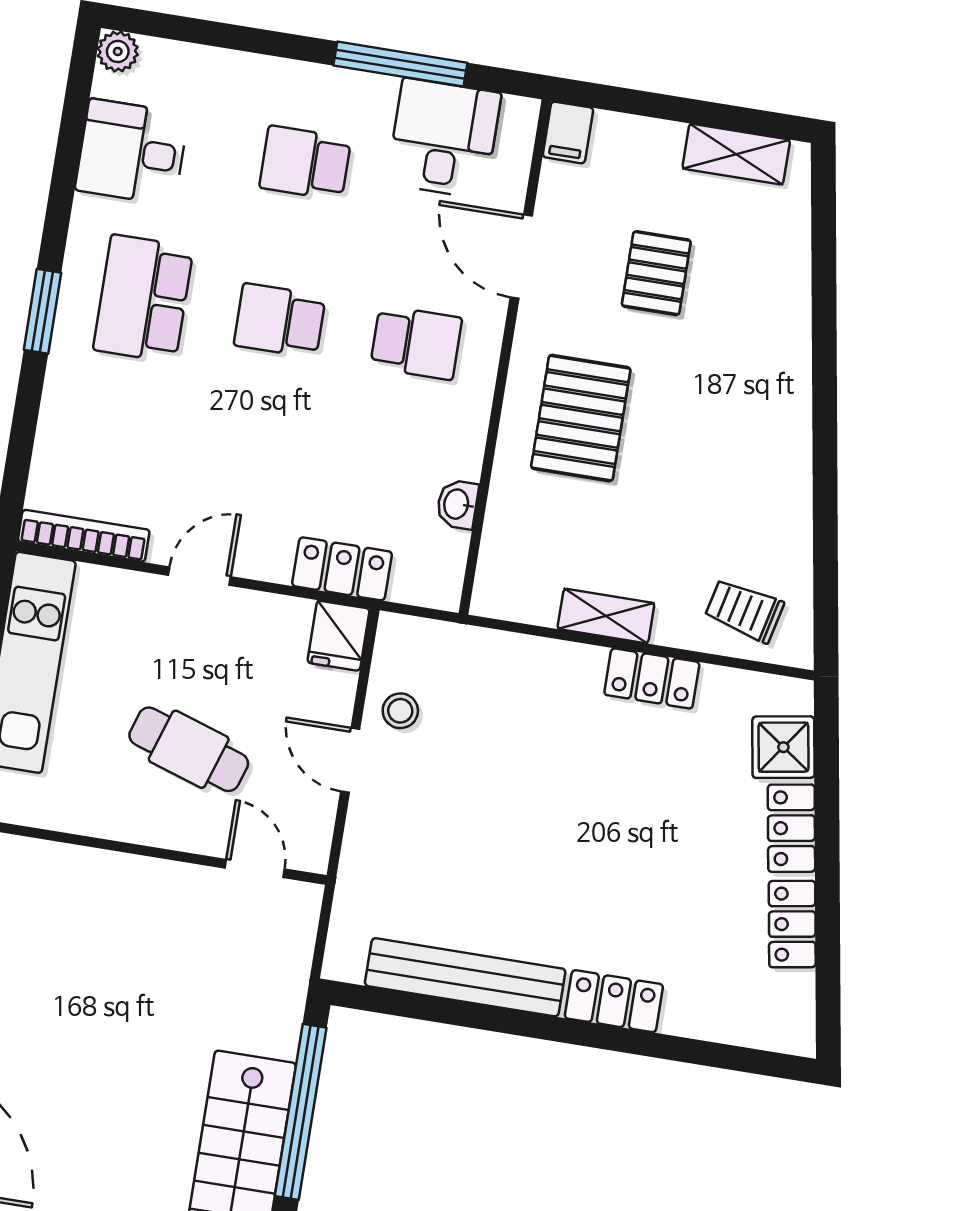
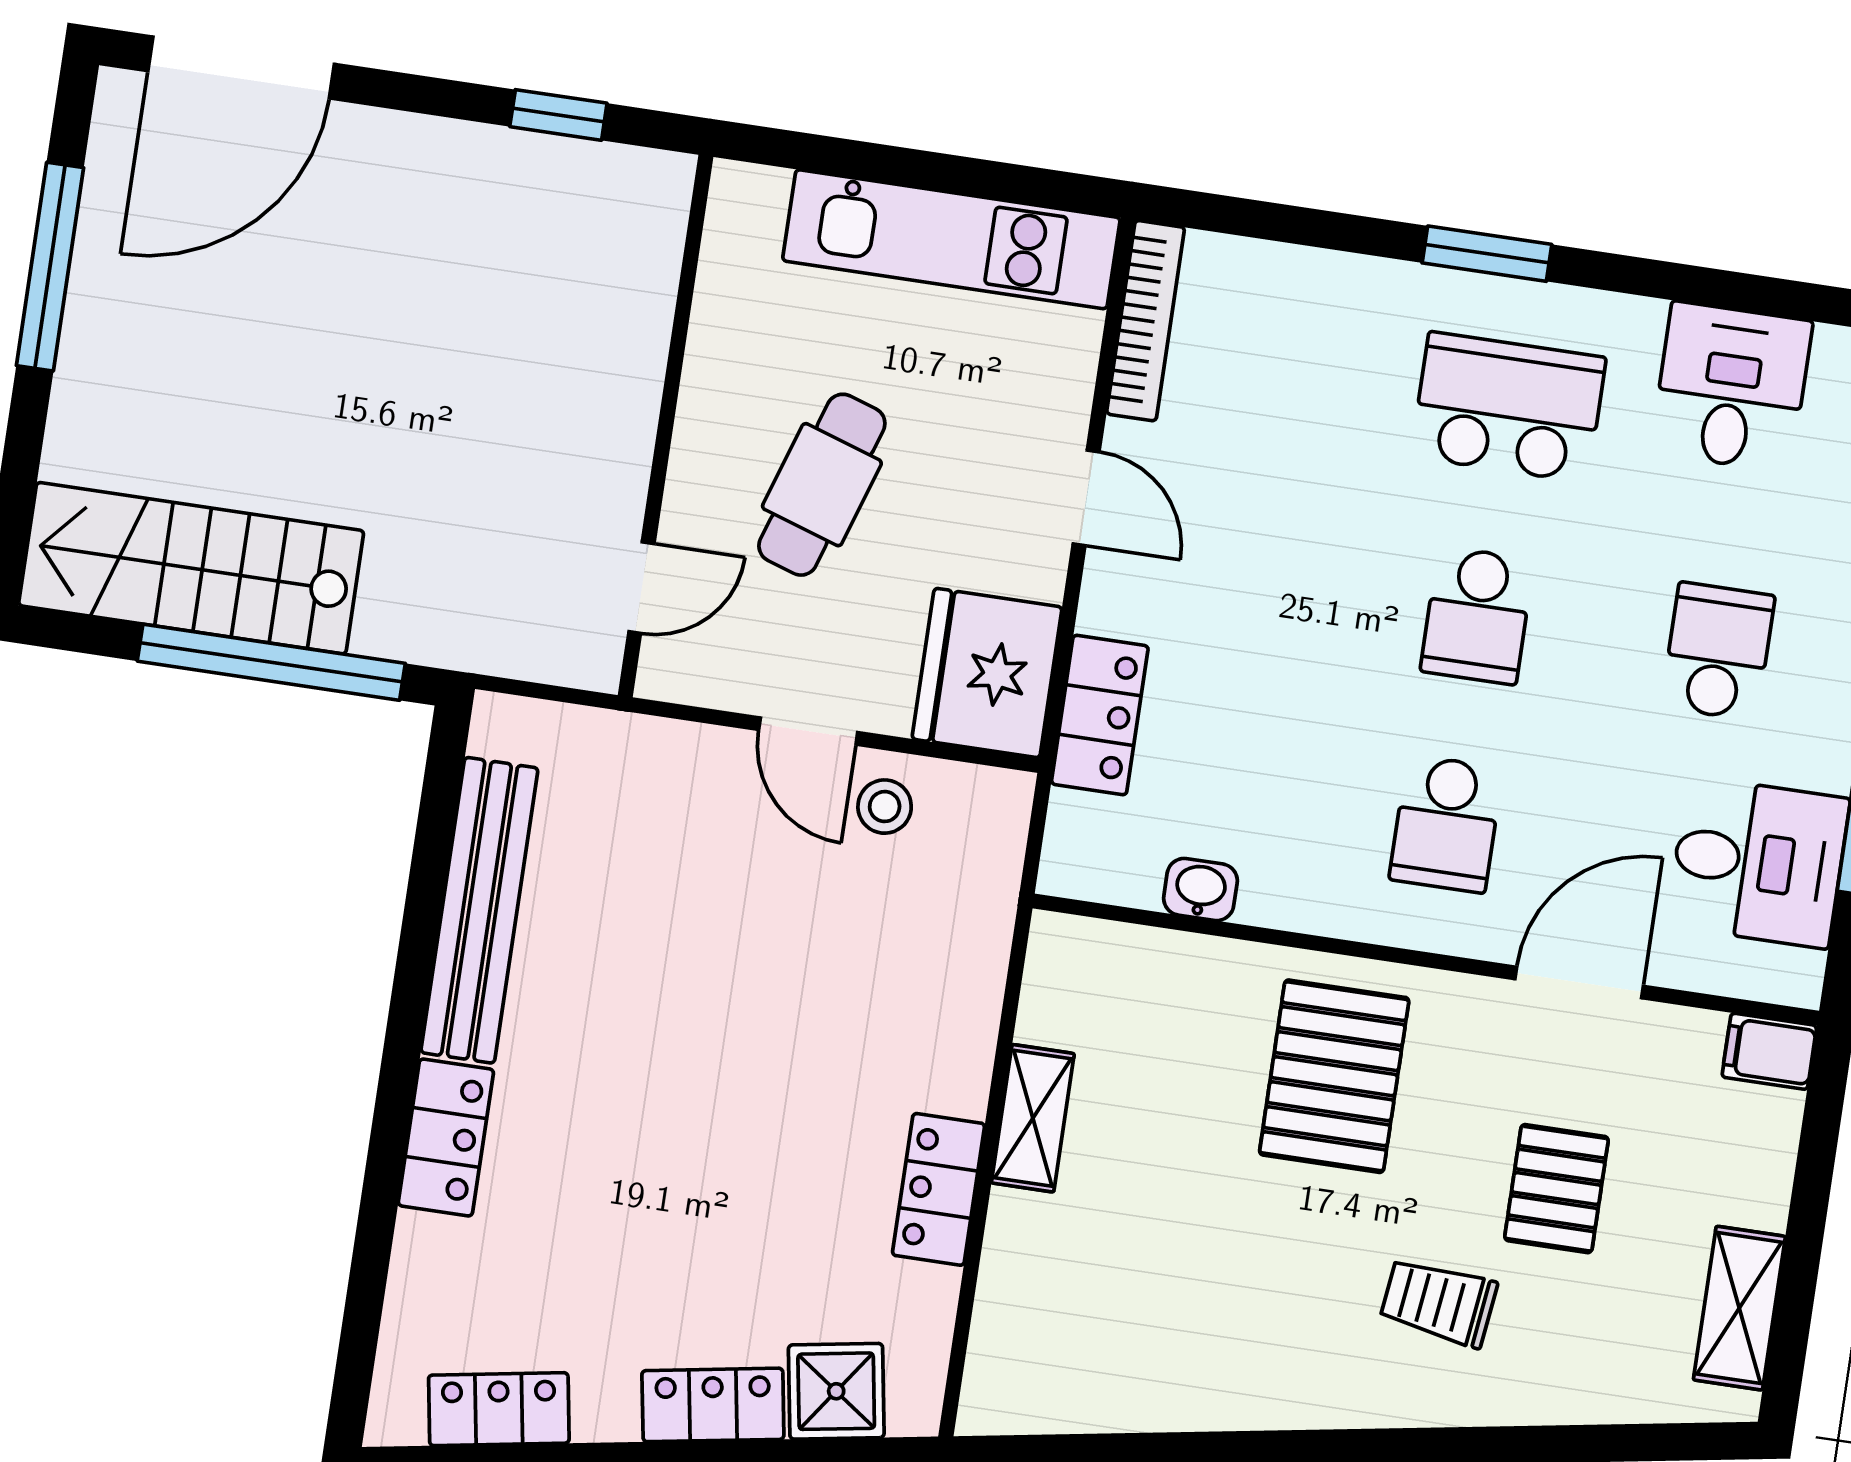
pallet: (656, 273) -> (1556, 1189), turned 90
school desk: (280, 321) -> (1477, 615), turned 180
pallet: (581, 418) -> (1334, 1076), turned 90
trolley: (744, 610) -> (1439, 1302), moved, turned -96
fridge: (338, 636) -> (987, 673), width x1.88, depth x1.34
door: (350, 760) -> (808, 731), swing flipped
locker: (792, 924) -> (499, 1409), moved

